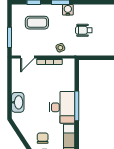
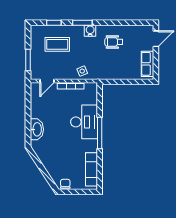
wheelchair: (84, 30) -> (114, 42), moved
desk: (62, 107) -> (84, 122), moved
chair: (43, 138) -> (63, 167), removed

